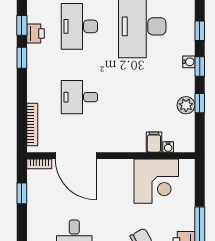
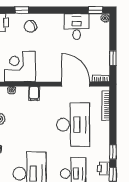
desk: (79, 97) -> (73, 125), width x1.87, depth x1.30
filing cabinet: (154, 142) -> (34, 93), moved

